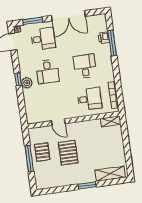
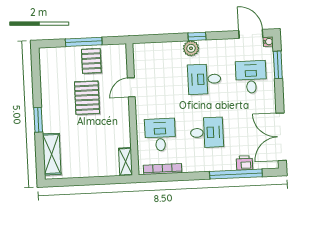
double door: (68, 16) -> (281, 137), moved
desk: (43, 39) -> (251, 77), turned 180
window: (112, 43) -> (236, 174), width x1.46
desk: (89, 99) -> (160, 135), turned 180
pallet: (42, 152) -> (91, 61), turned 90
pallet: (68, 153) -> (87, 98), turned 90

